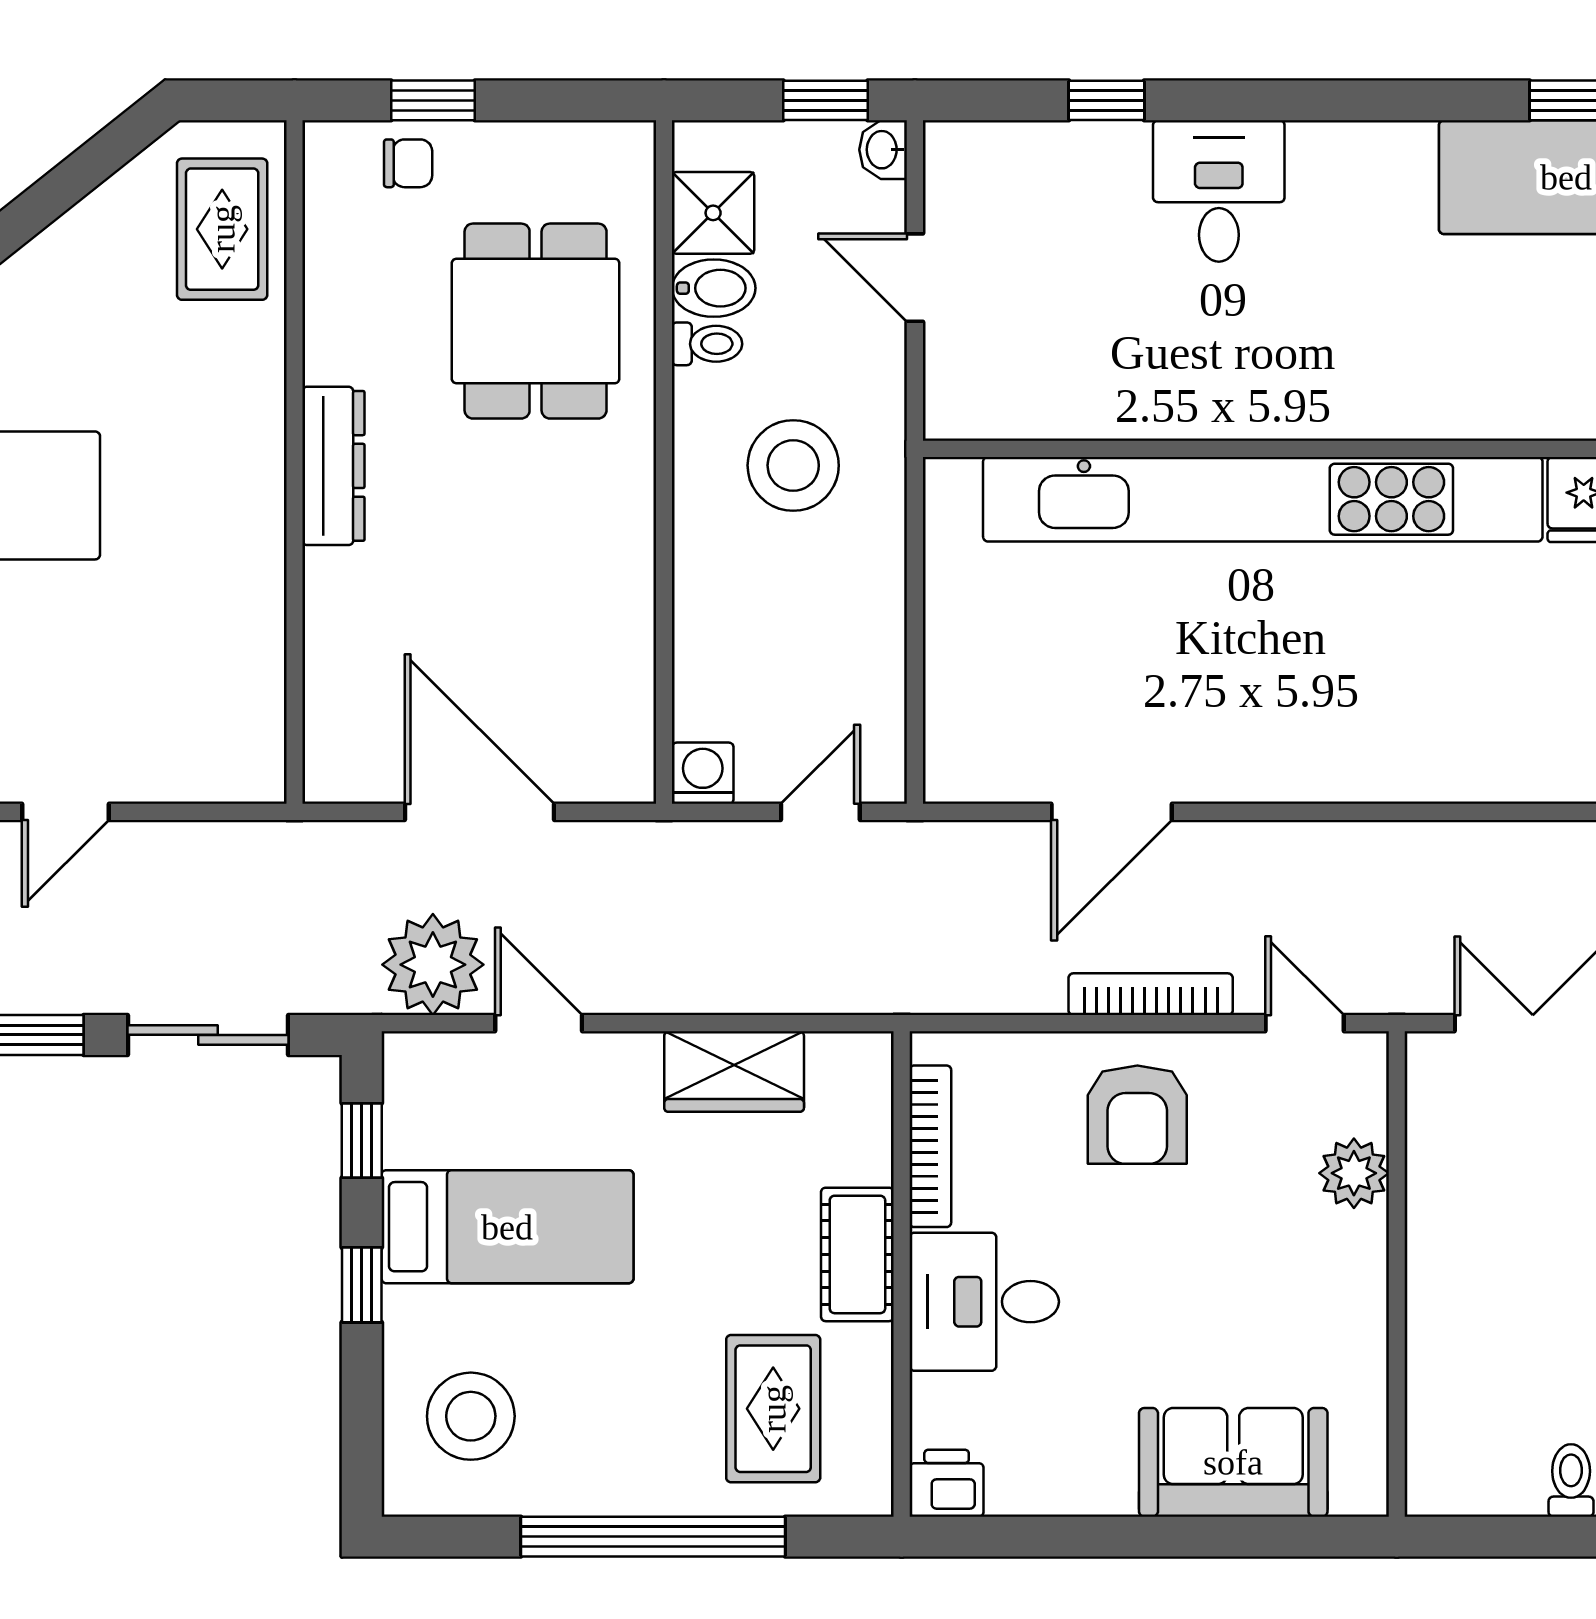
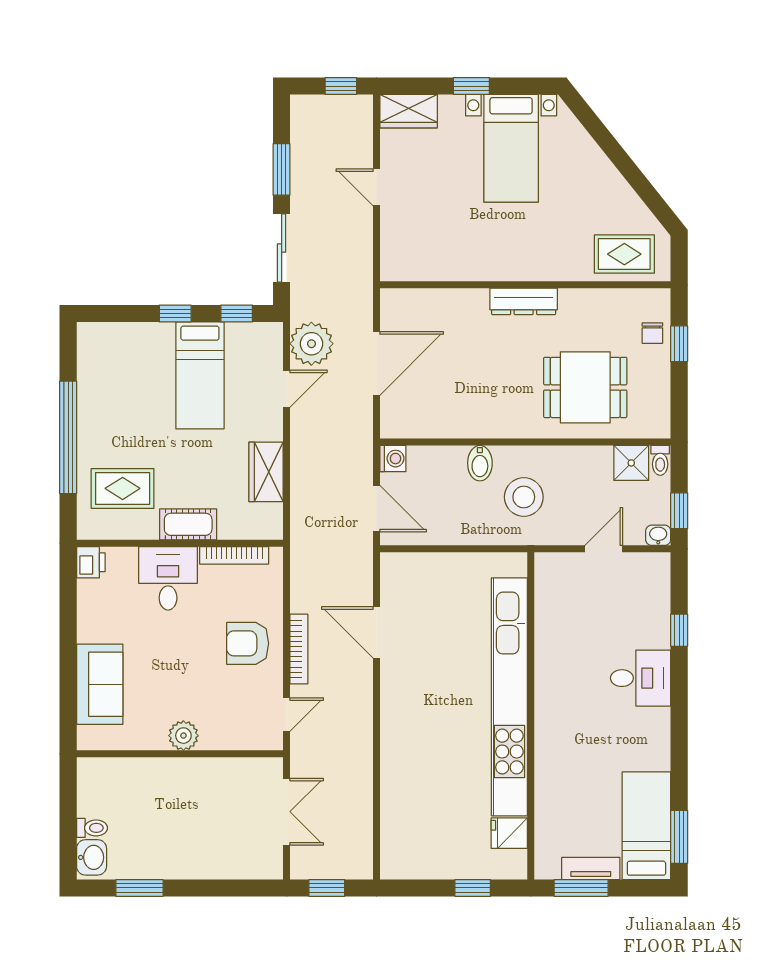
bidet: (714, 288) -> (480, 463), moved
toilet: (707, 344) -> (660, 460), moved
door: (820, 812) -> (376, 509), width x1.38
plant: (1354, 1173) -> (183, 736), moved
stool: (471, 1416) -> (119, 360), removed

